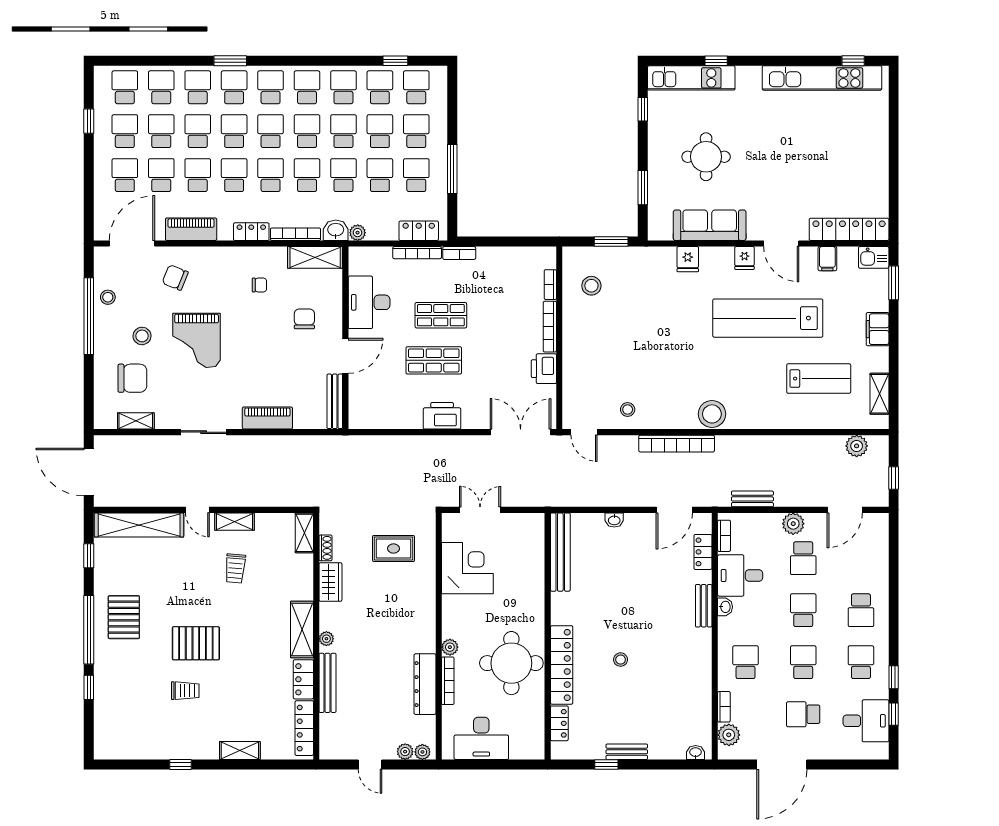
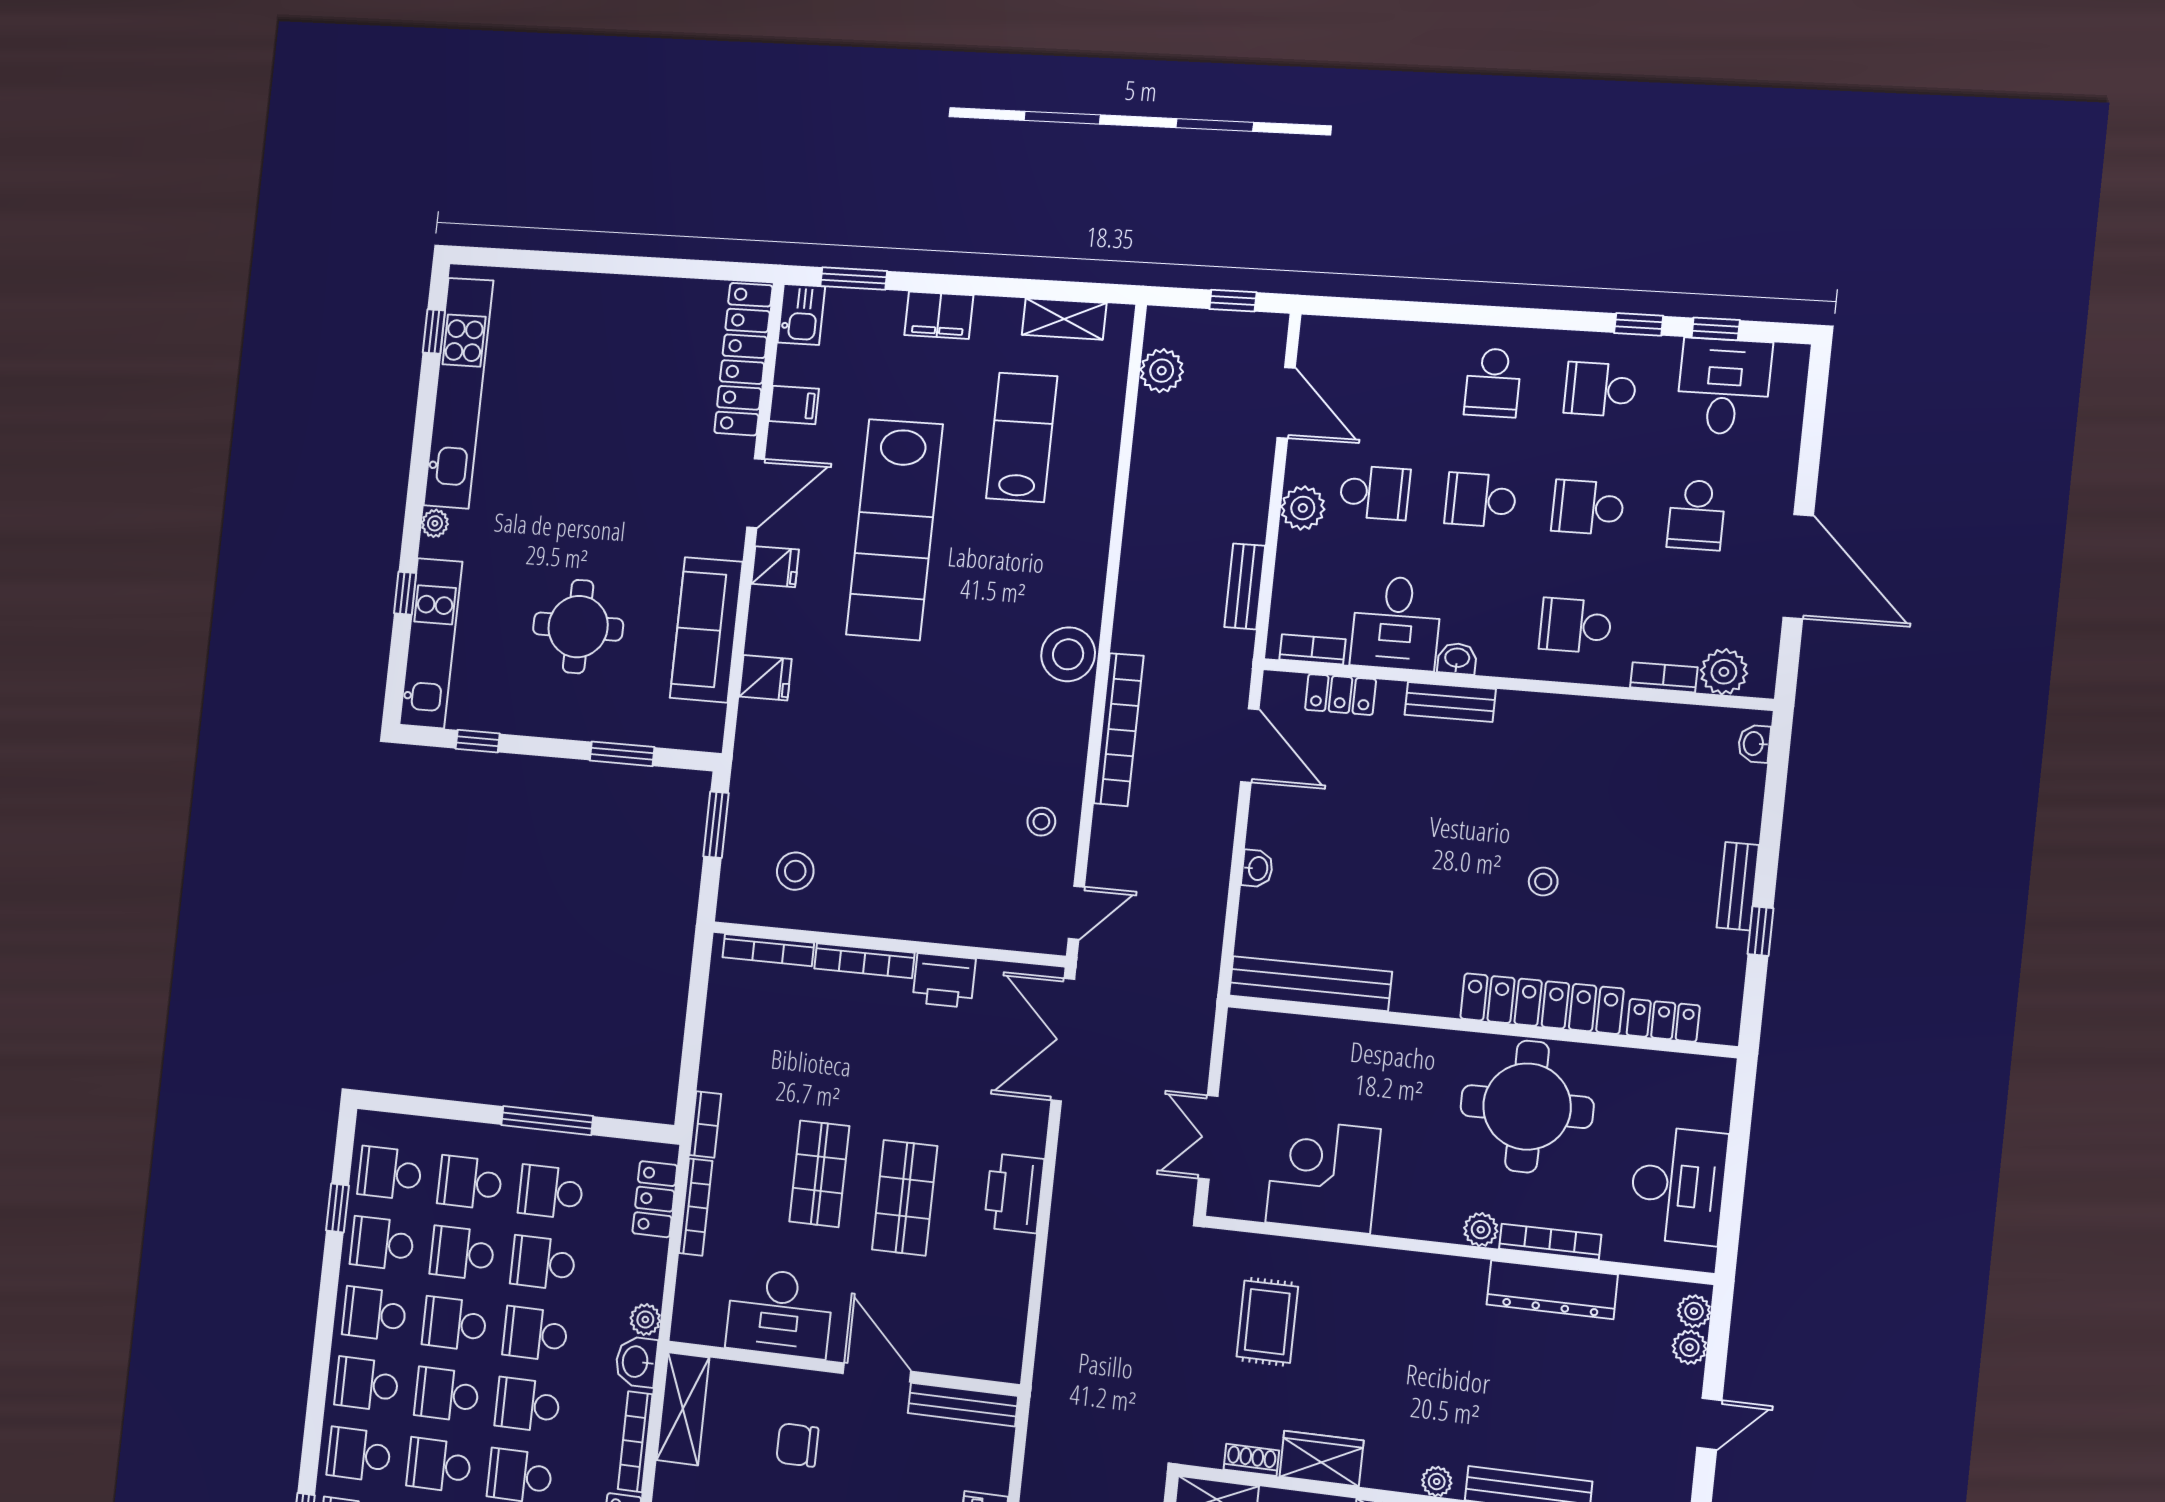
plant: (754, 73) -> (435, 523), added
bookcase: (550, 285) -> (768, 950), width x1.56
school desk: (861, 610) -> (1493, 383), turned 90

